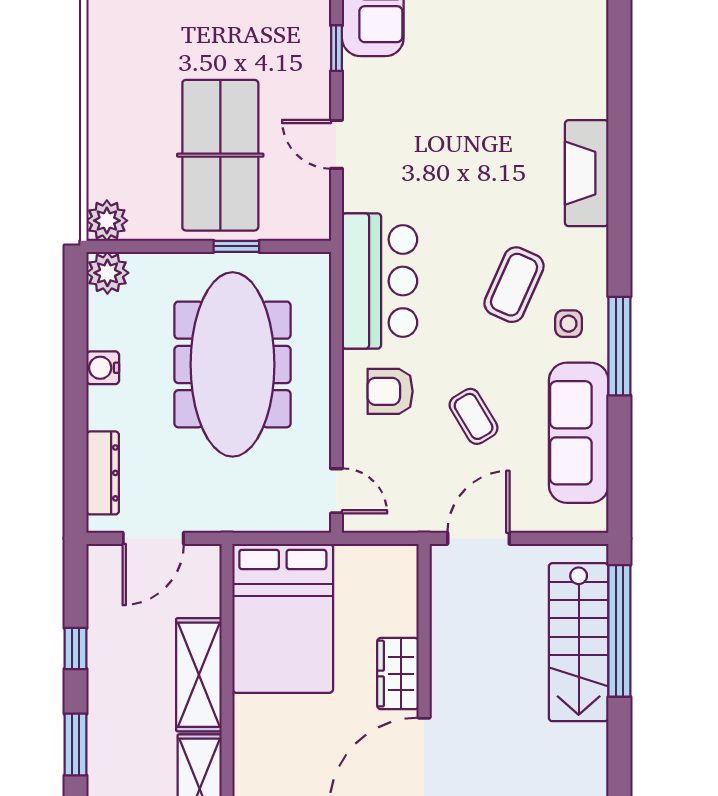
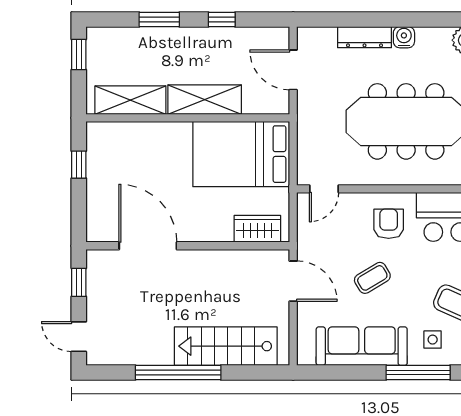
dresser: (103, 473) -> (365, 37), moved
window: (619, 631) -> (178, 373), moved
wardrobe: (398, 674) -> (257, 229), moved

